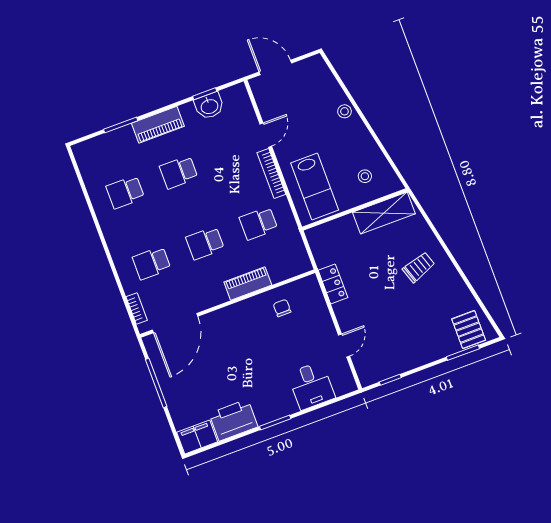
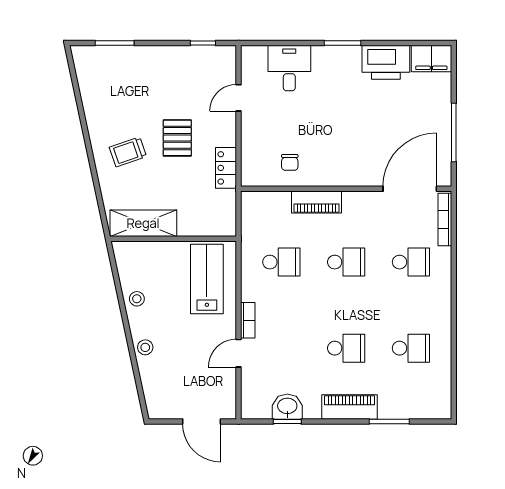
bookcase: (271, 173) -> (248, 320), width x0.64
stool: (365, 176) -> (137, 299), moved
bookcase: (137, 308) -> (445, 220), width x1.56
pallet: (469, 330) -> (177, 138), moved

